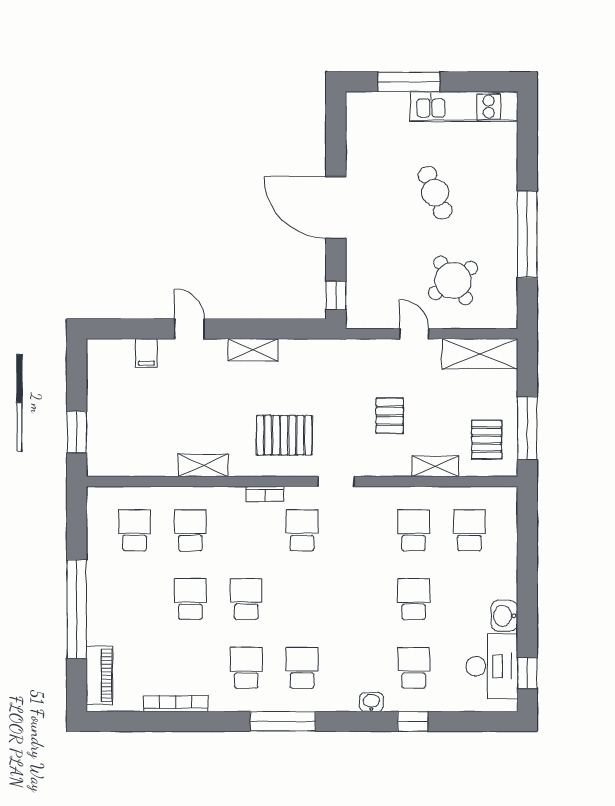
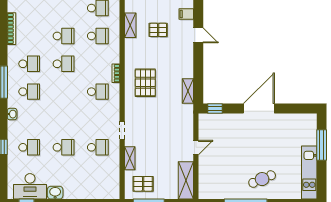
cafe table: (435, 193) -> (262, 179), moved
round table: (453, 280) -> (222, 167), removed
door: (189, 329) -> (198, 35), hinge flipped
shelving: (253, 350) -> (188, 91), moved
pallet: (390, 416) -> (158, 30), moved
shelving: (203, 465) -> (130, 25), moved
doorway: (336, 482) -> (122, 130), moved
school desk: (469, 530) -> (98, 175), removed
washbasin: (371, 702) -> (12, 114), moved

